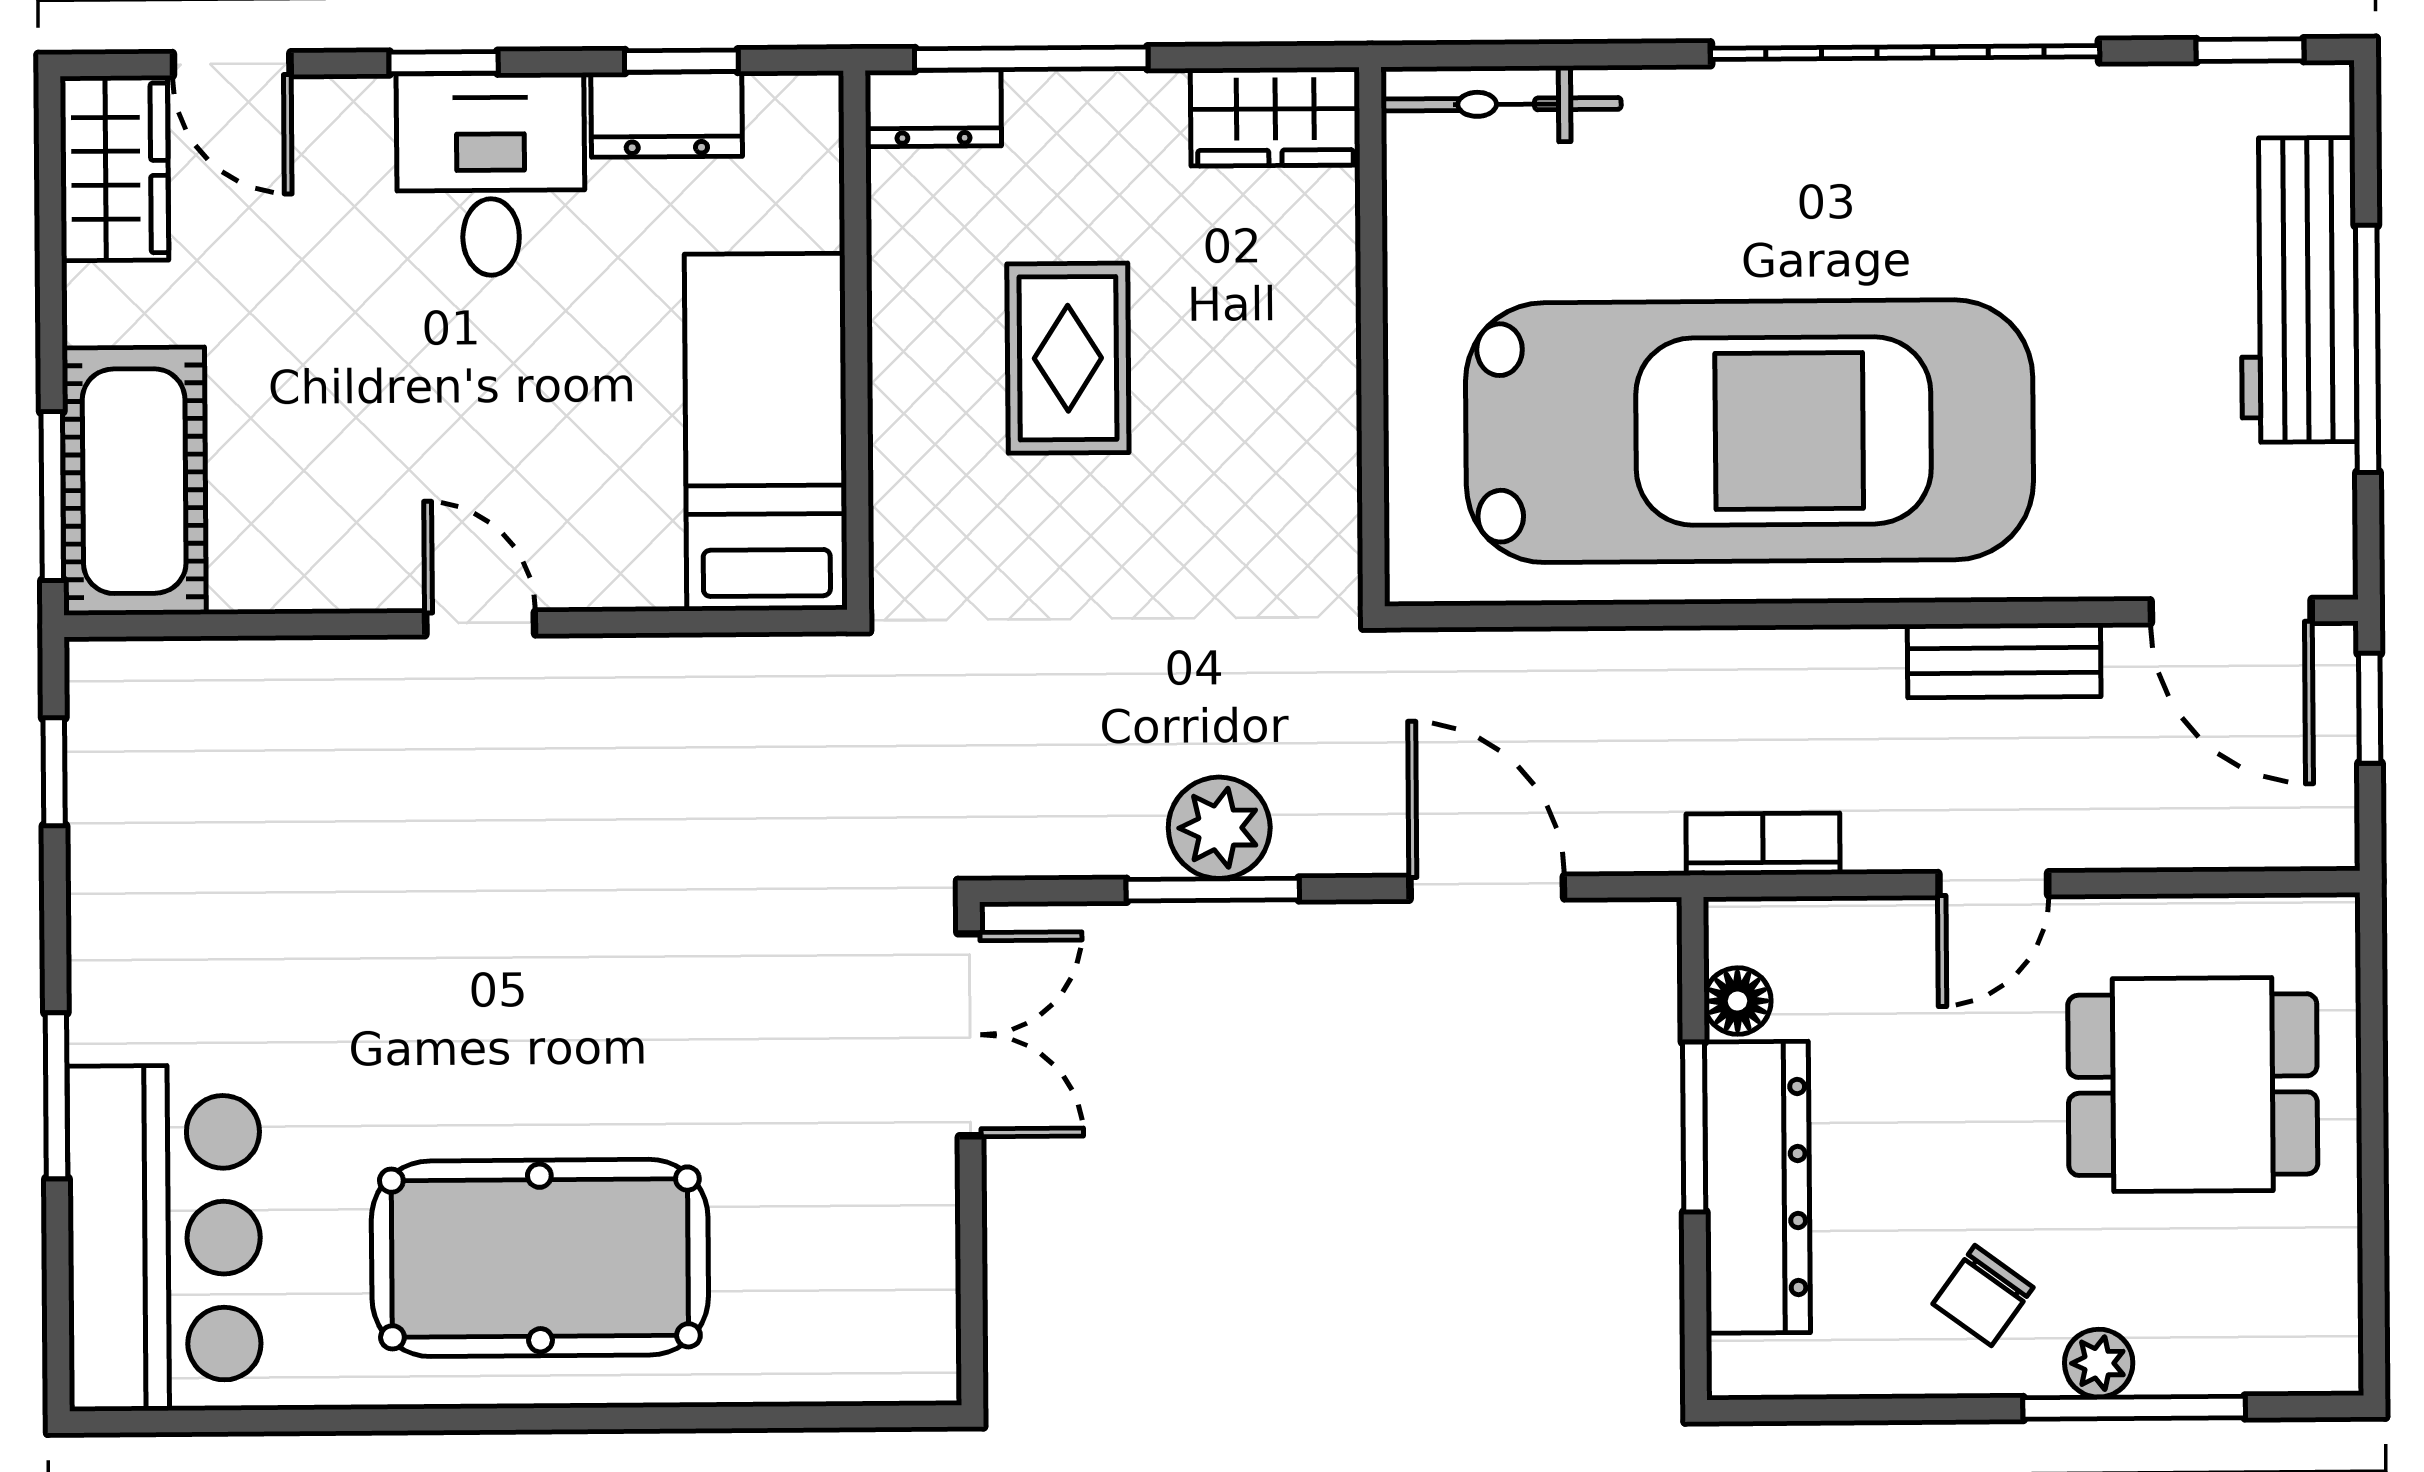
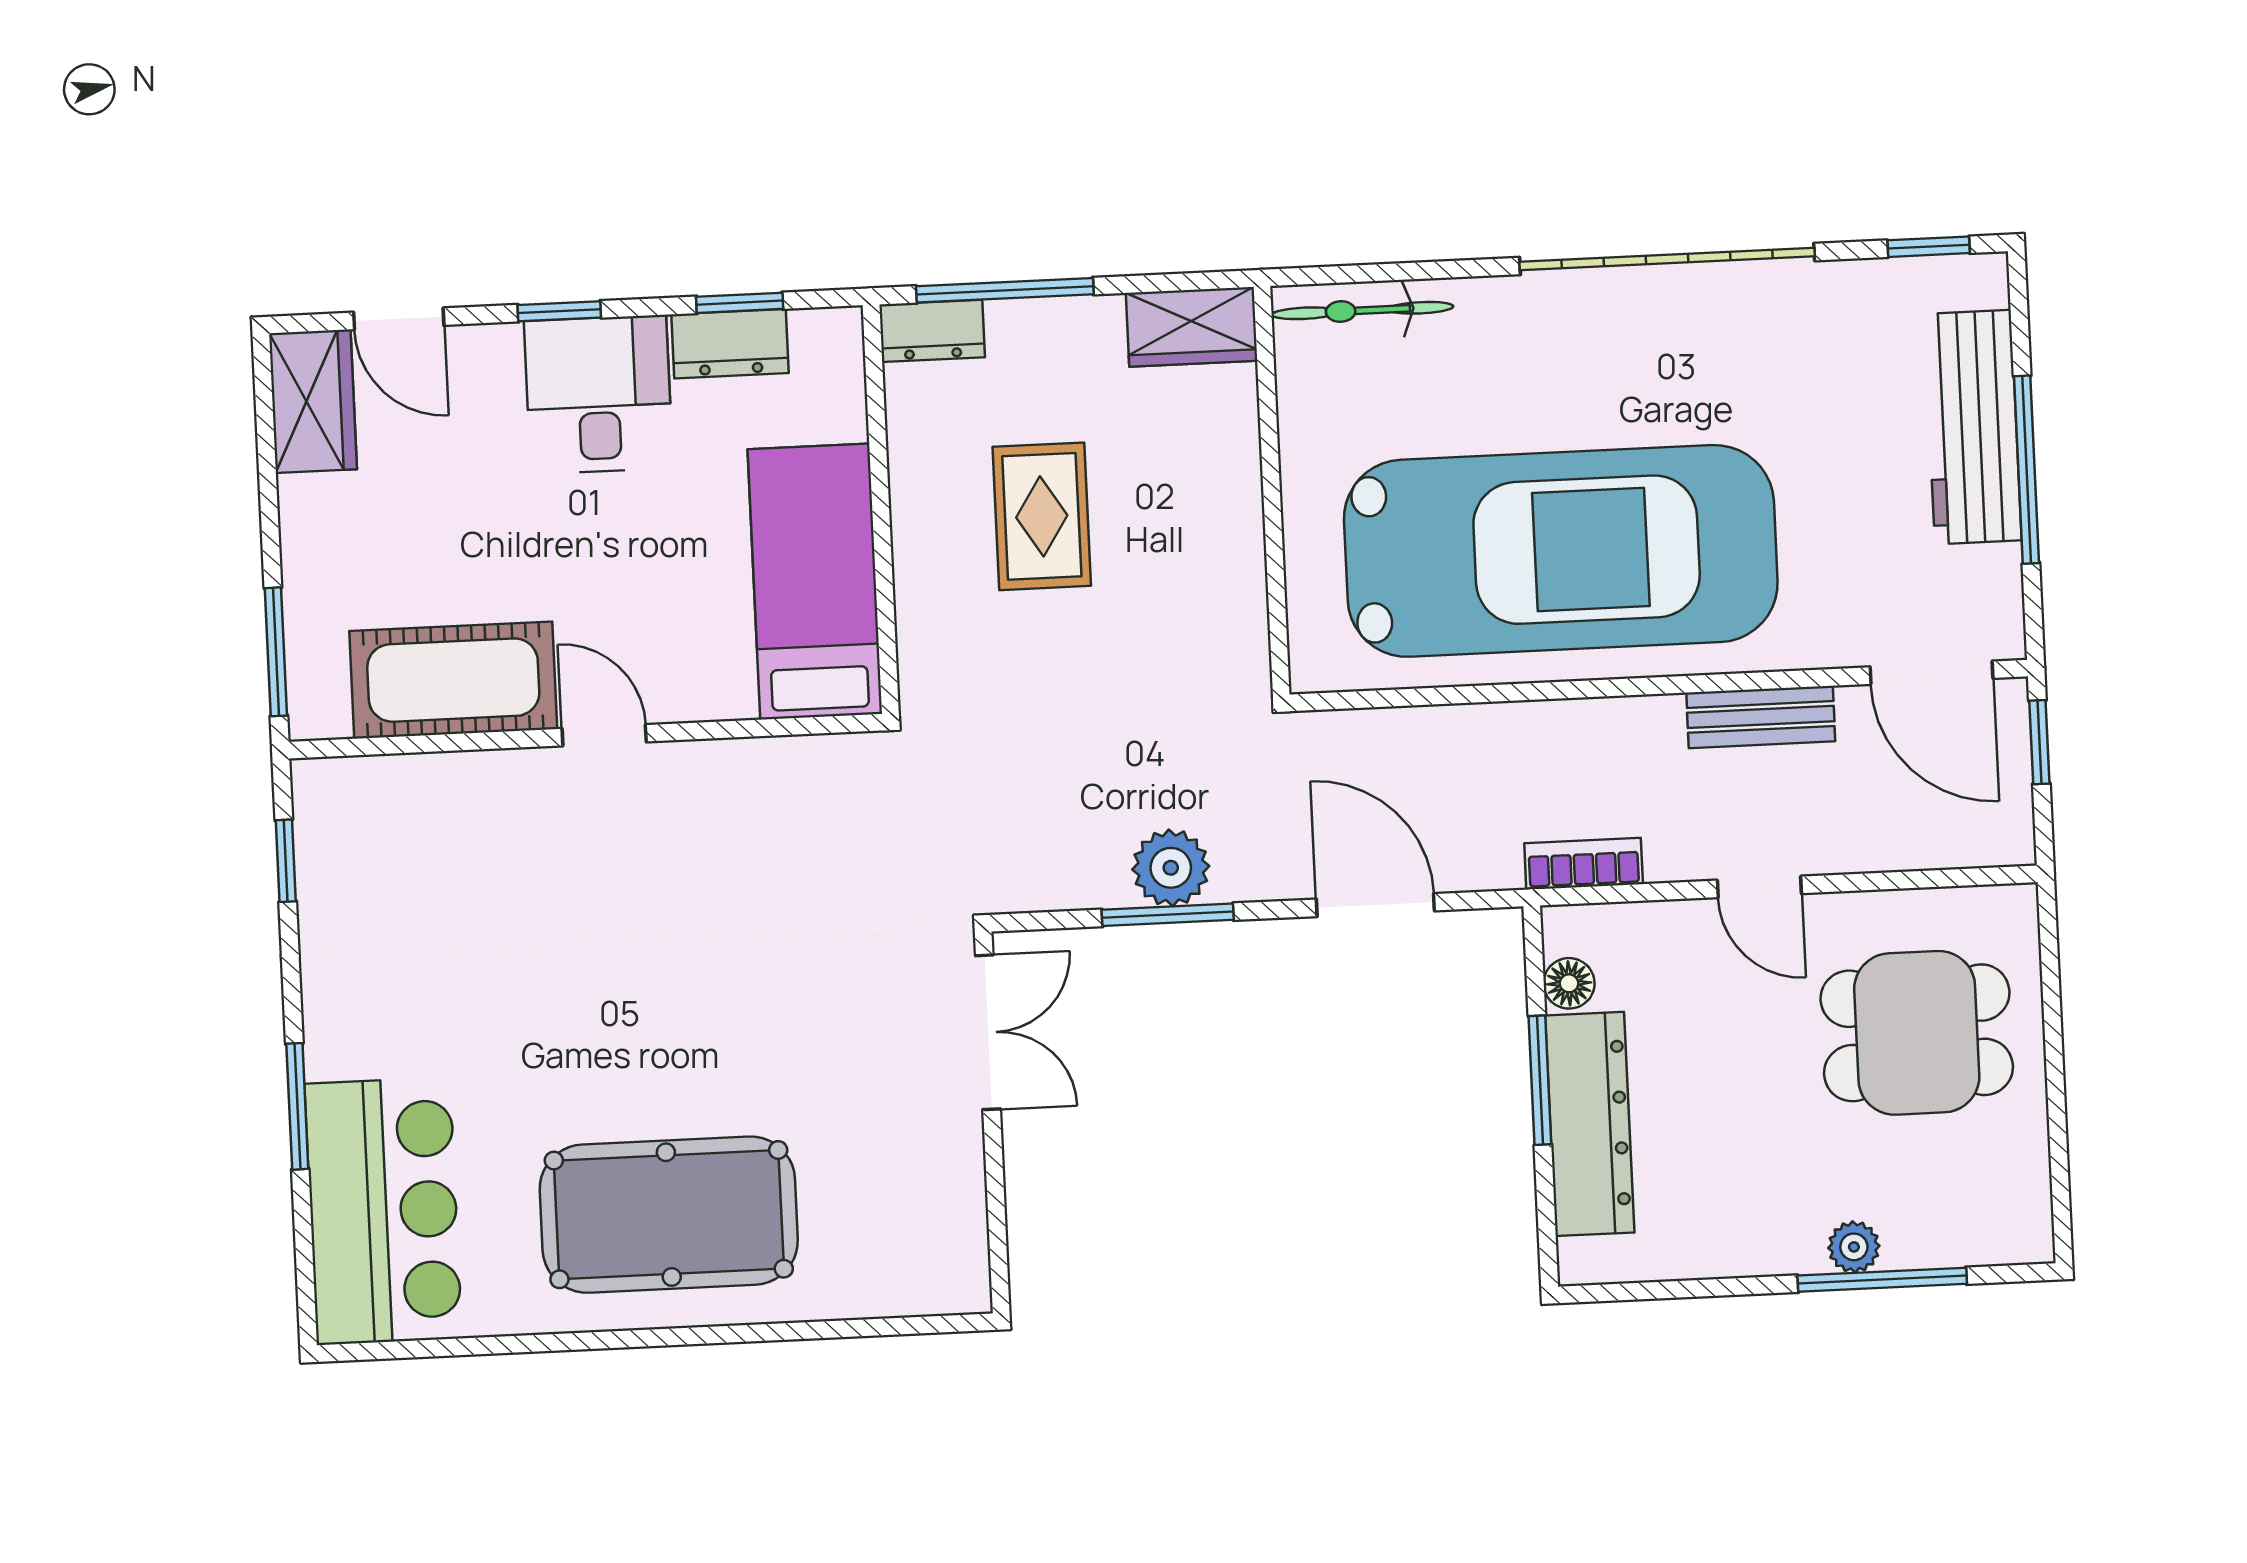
cot: (134, 481) -> (453, 680), moved, turned 90
door: (1993, 884) -> (1759, 887), hinge flipped
chair: (1983, 1296) -> (1764, 1199), removed

